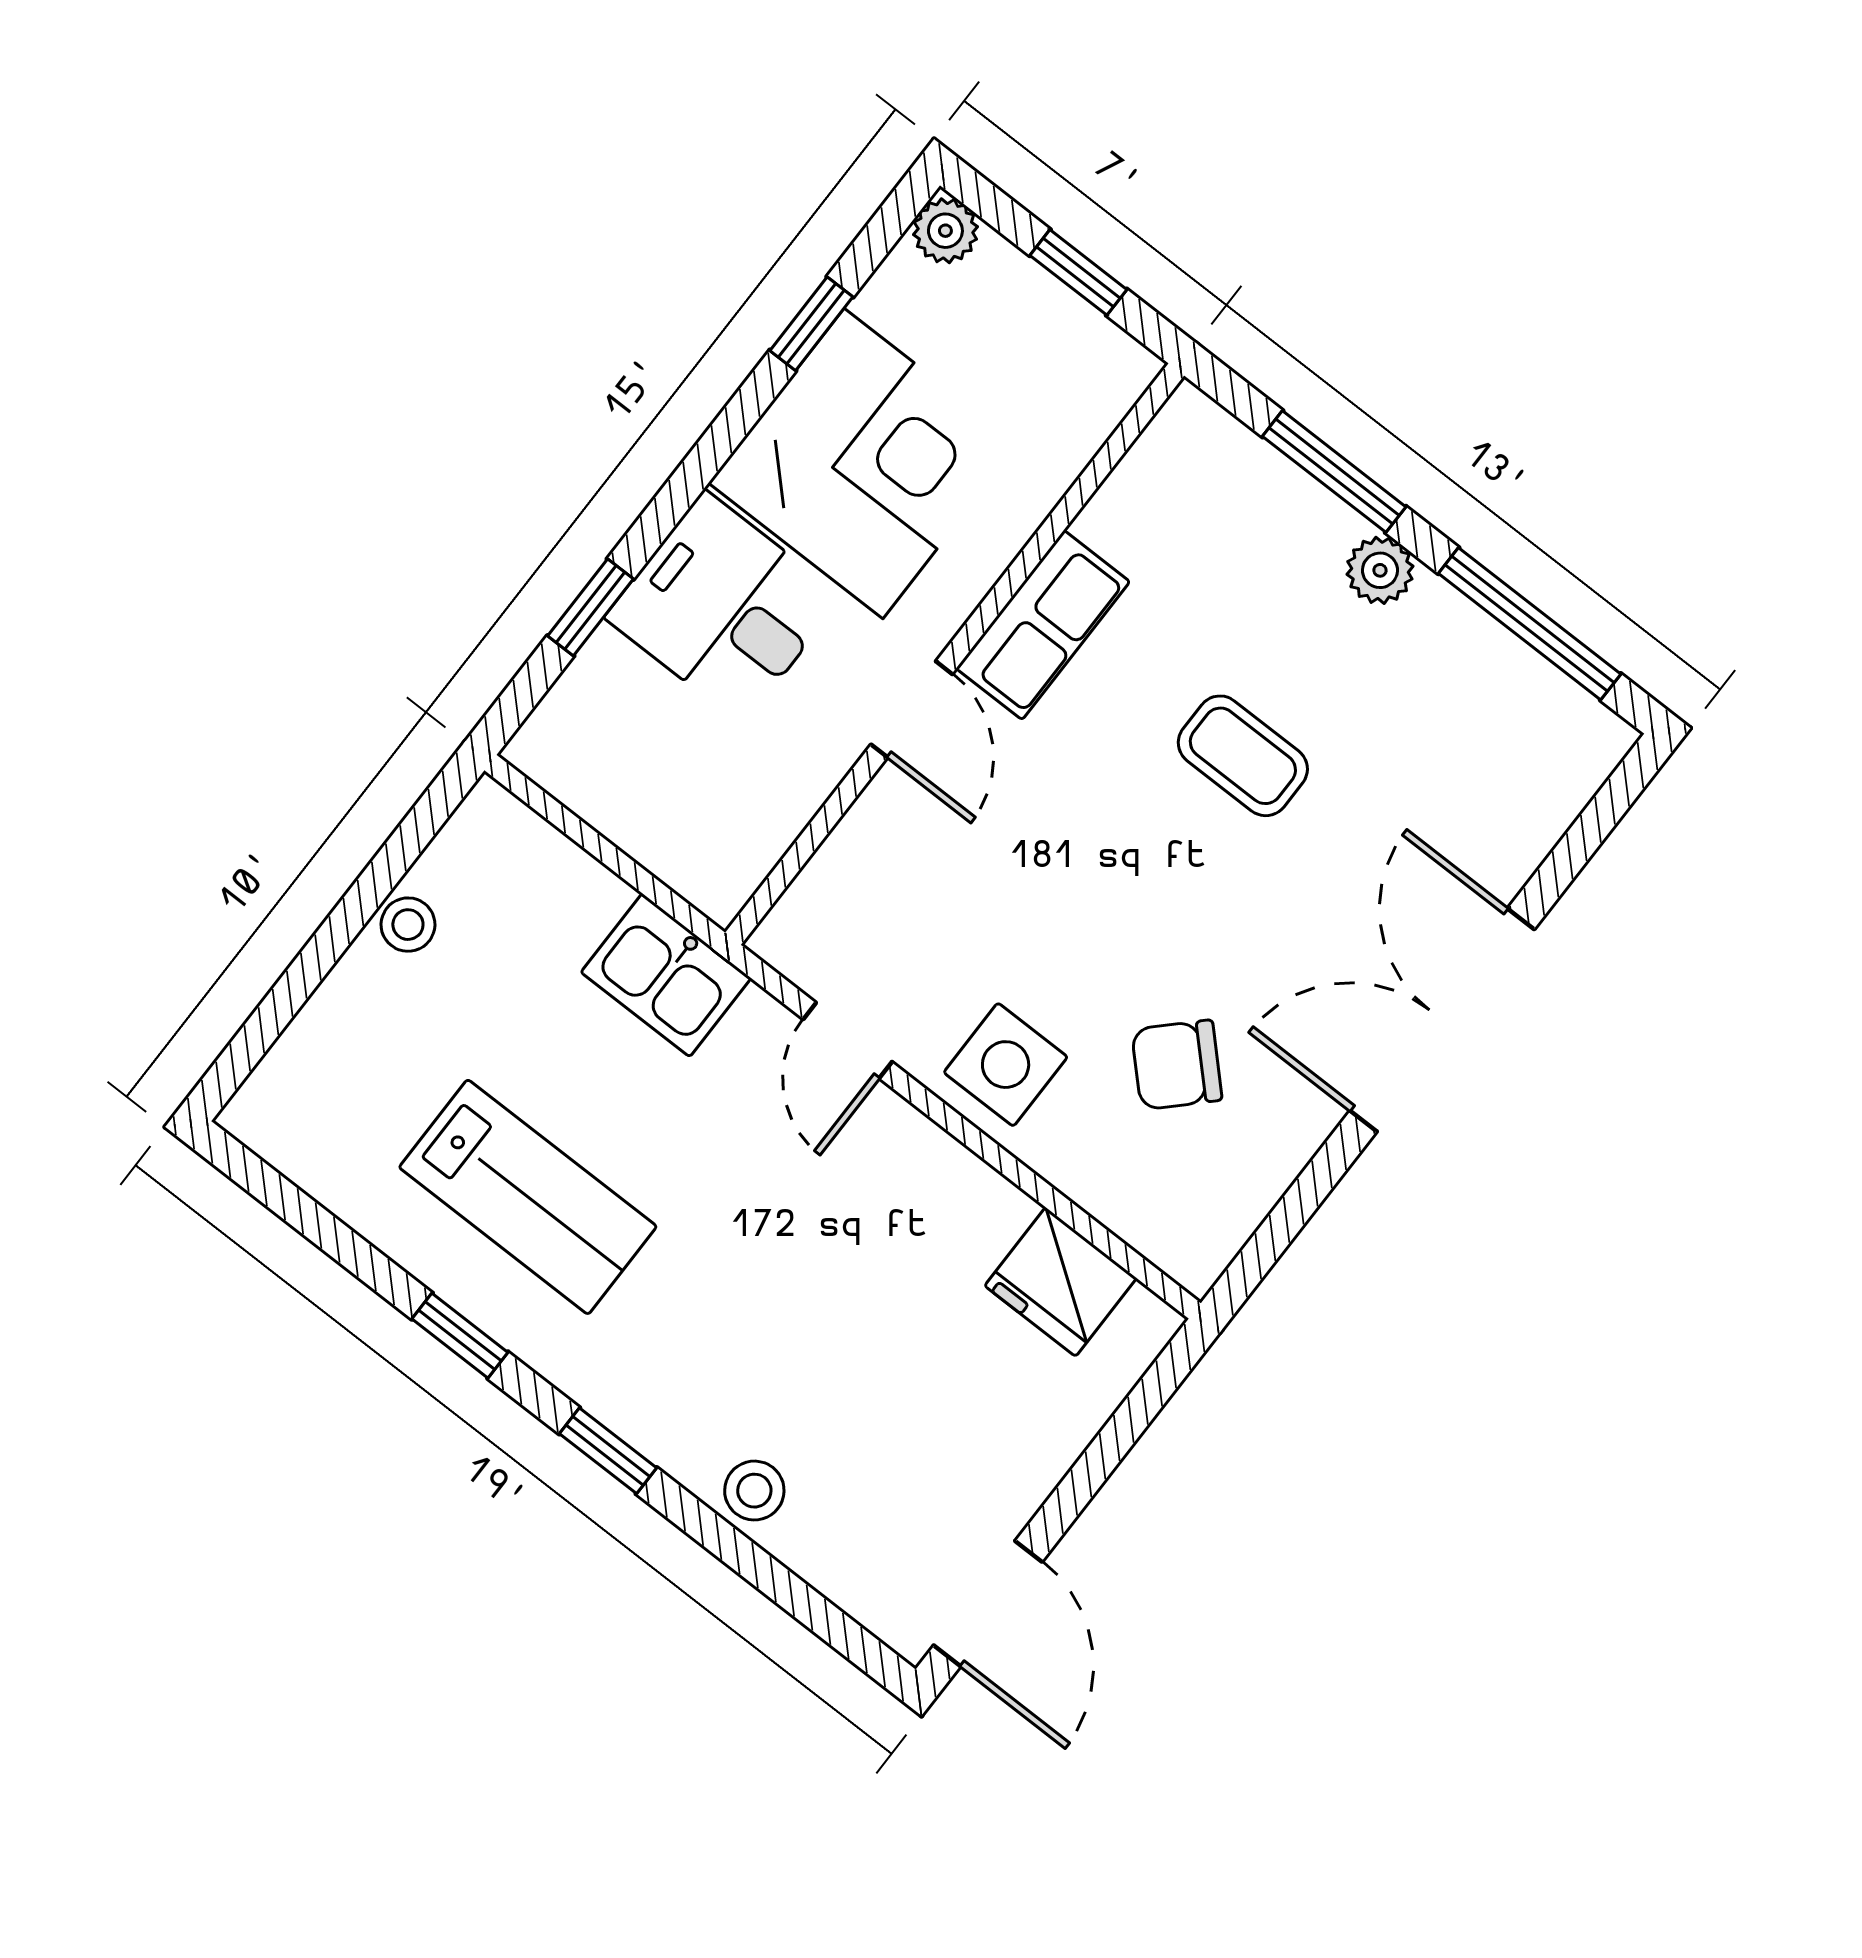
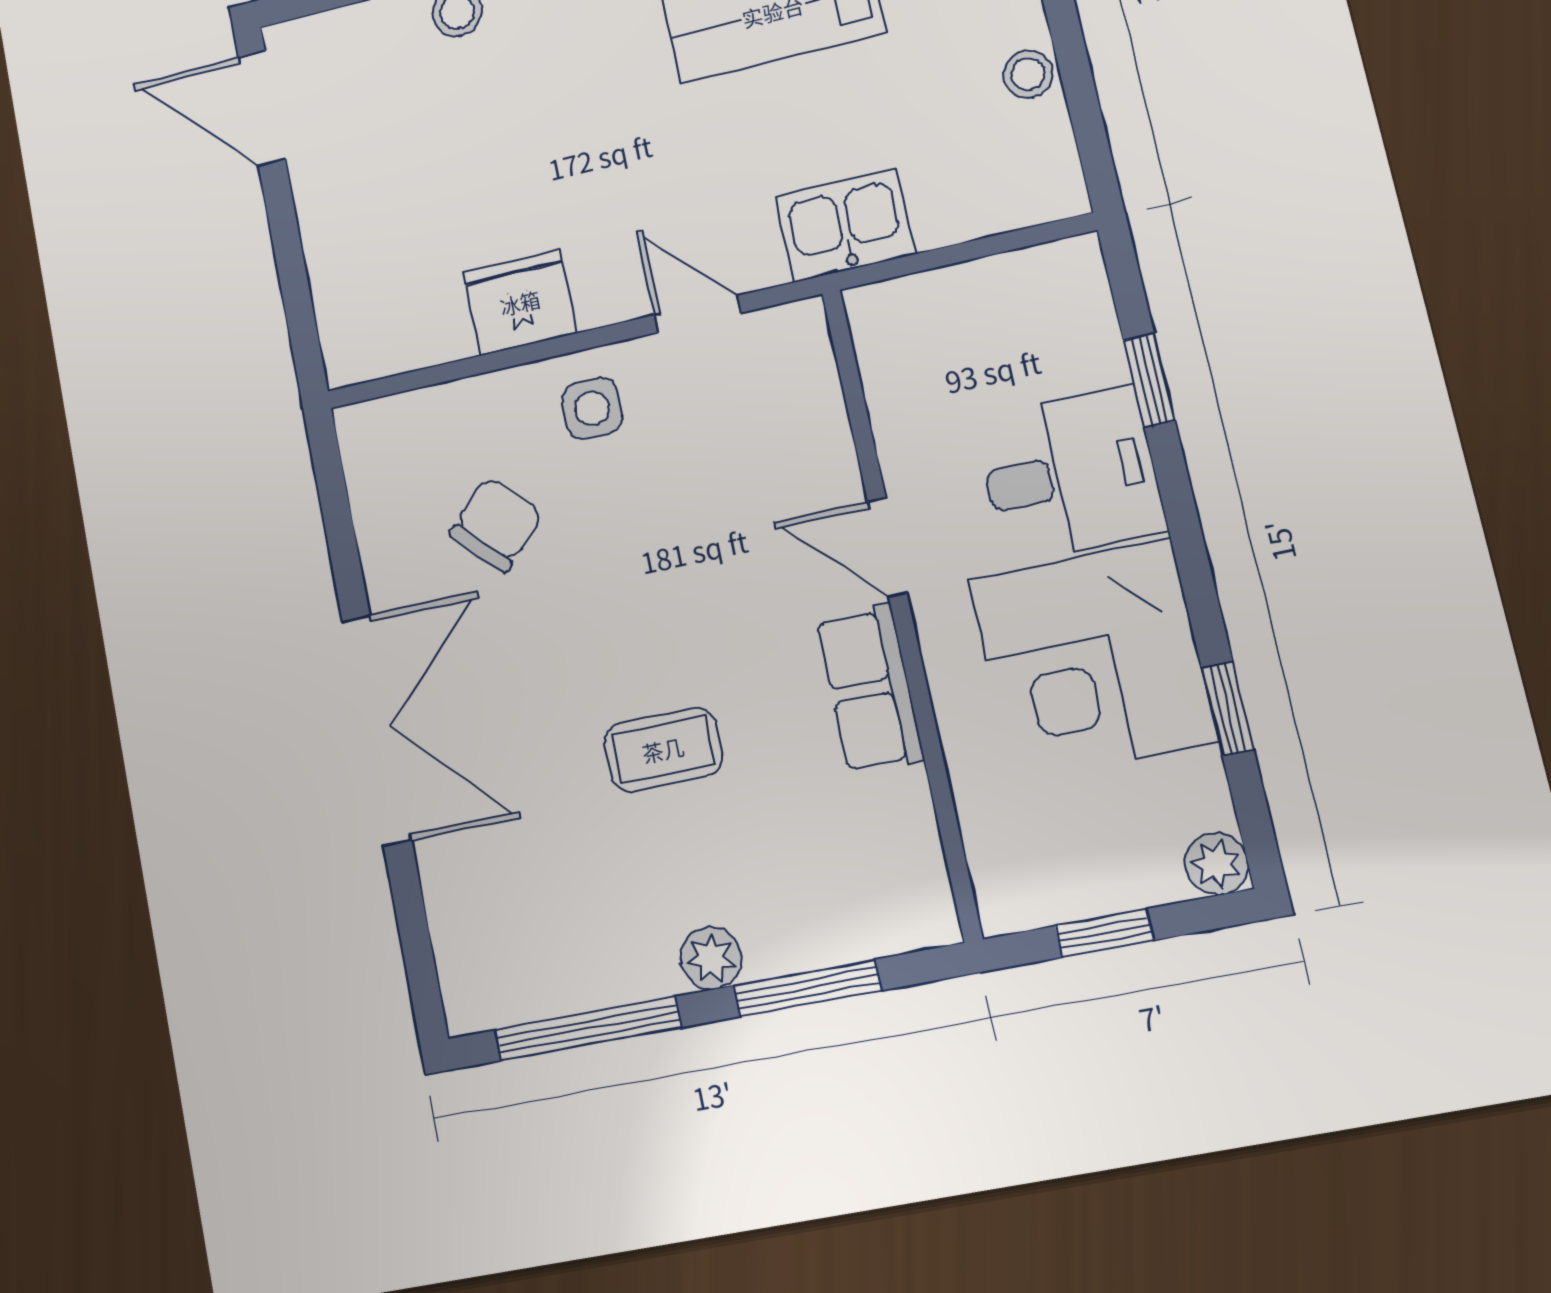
side table: (1006, 1065) -> (592, 408), width x0.73, depth x0.73
fridge: (1061, 1282) -> (520, 303), moved

